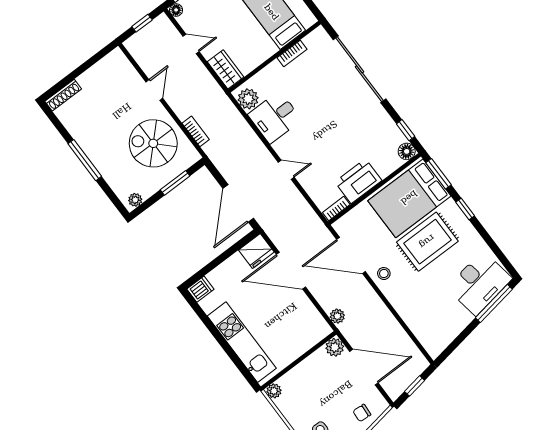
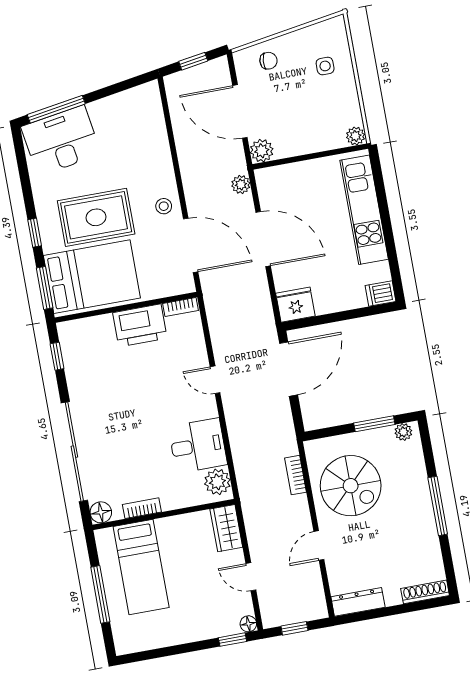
dresser: (107, 64) -> (358, 602), added
floor lamp: (407, 151) -> (101, 512), moved
window: (175, 183) -> (374, 424), moved
door: (291, 271) -> (263, 239), moved

